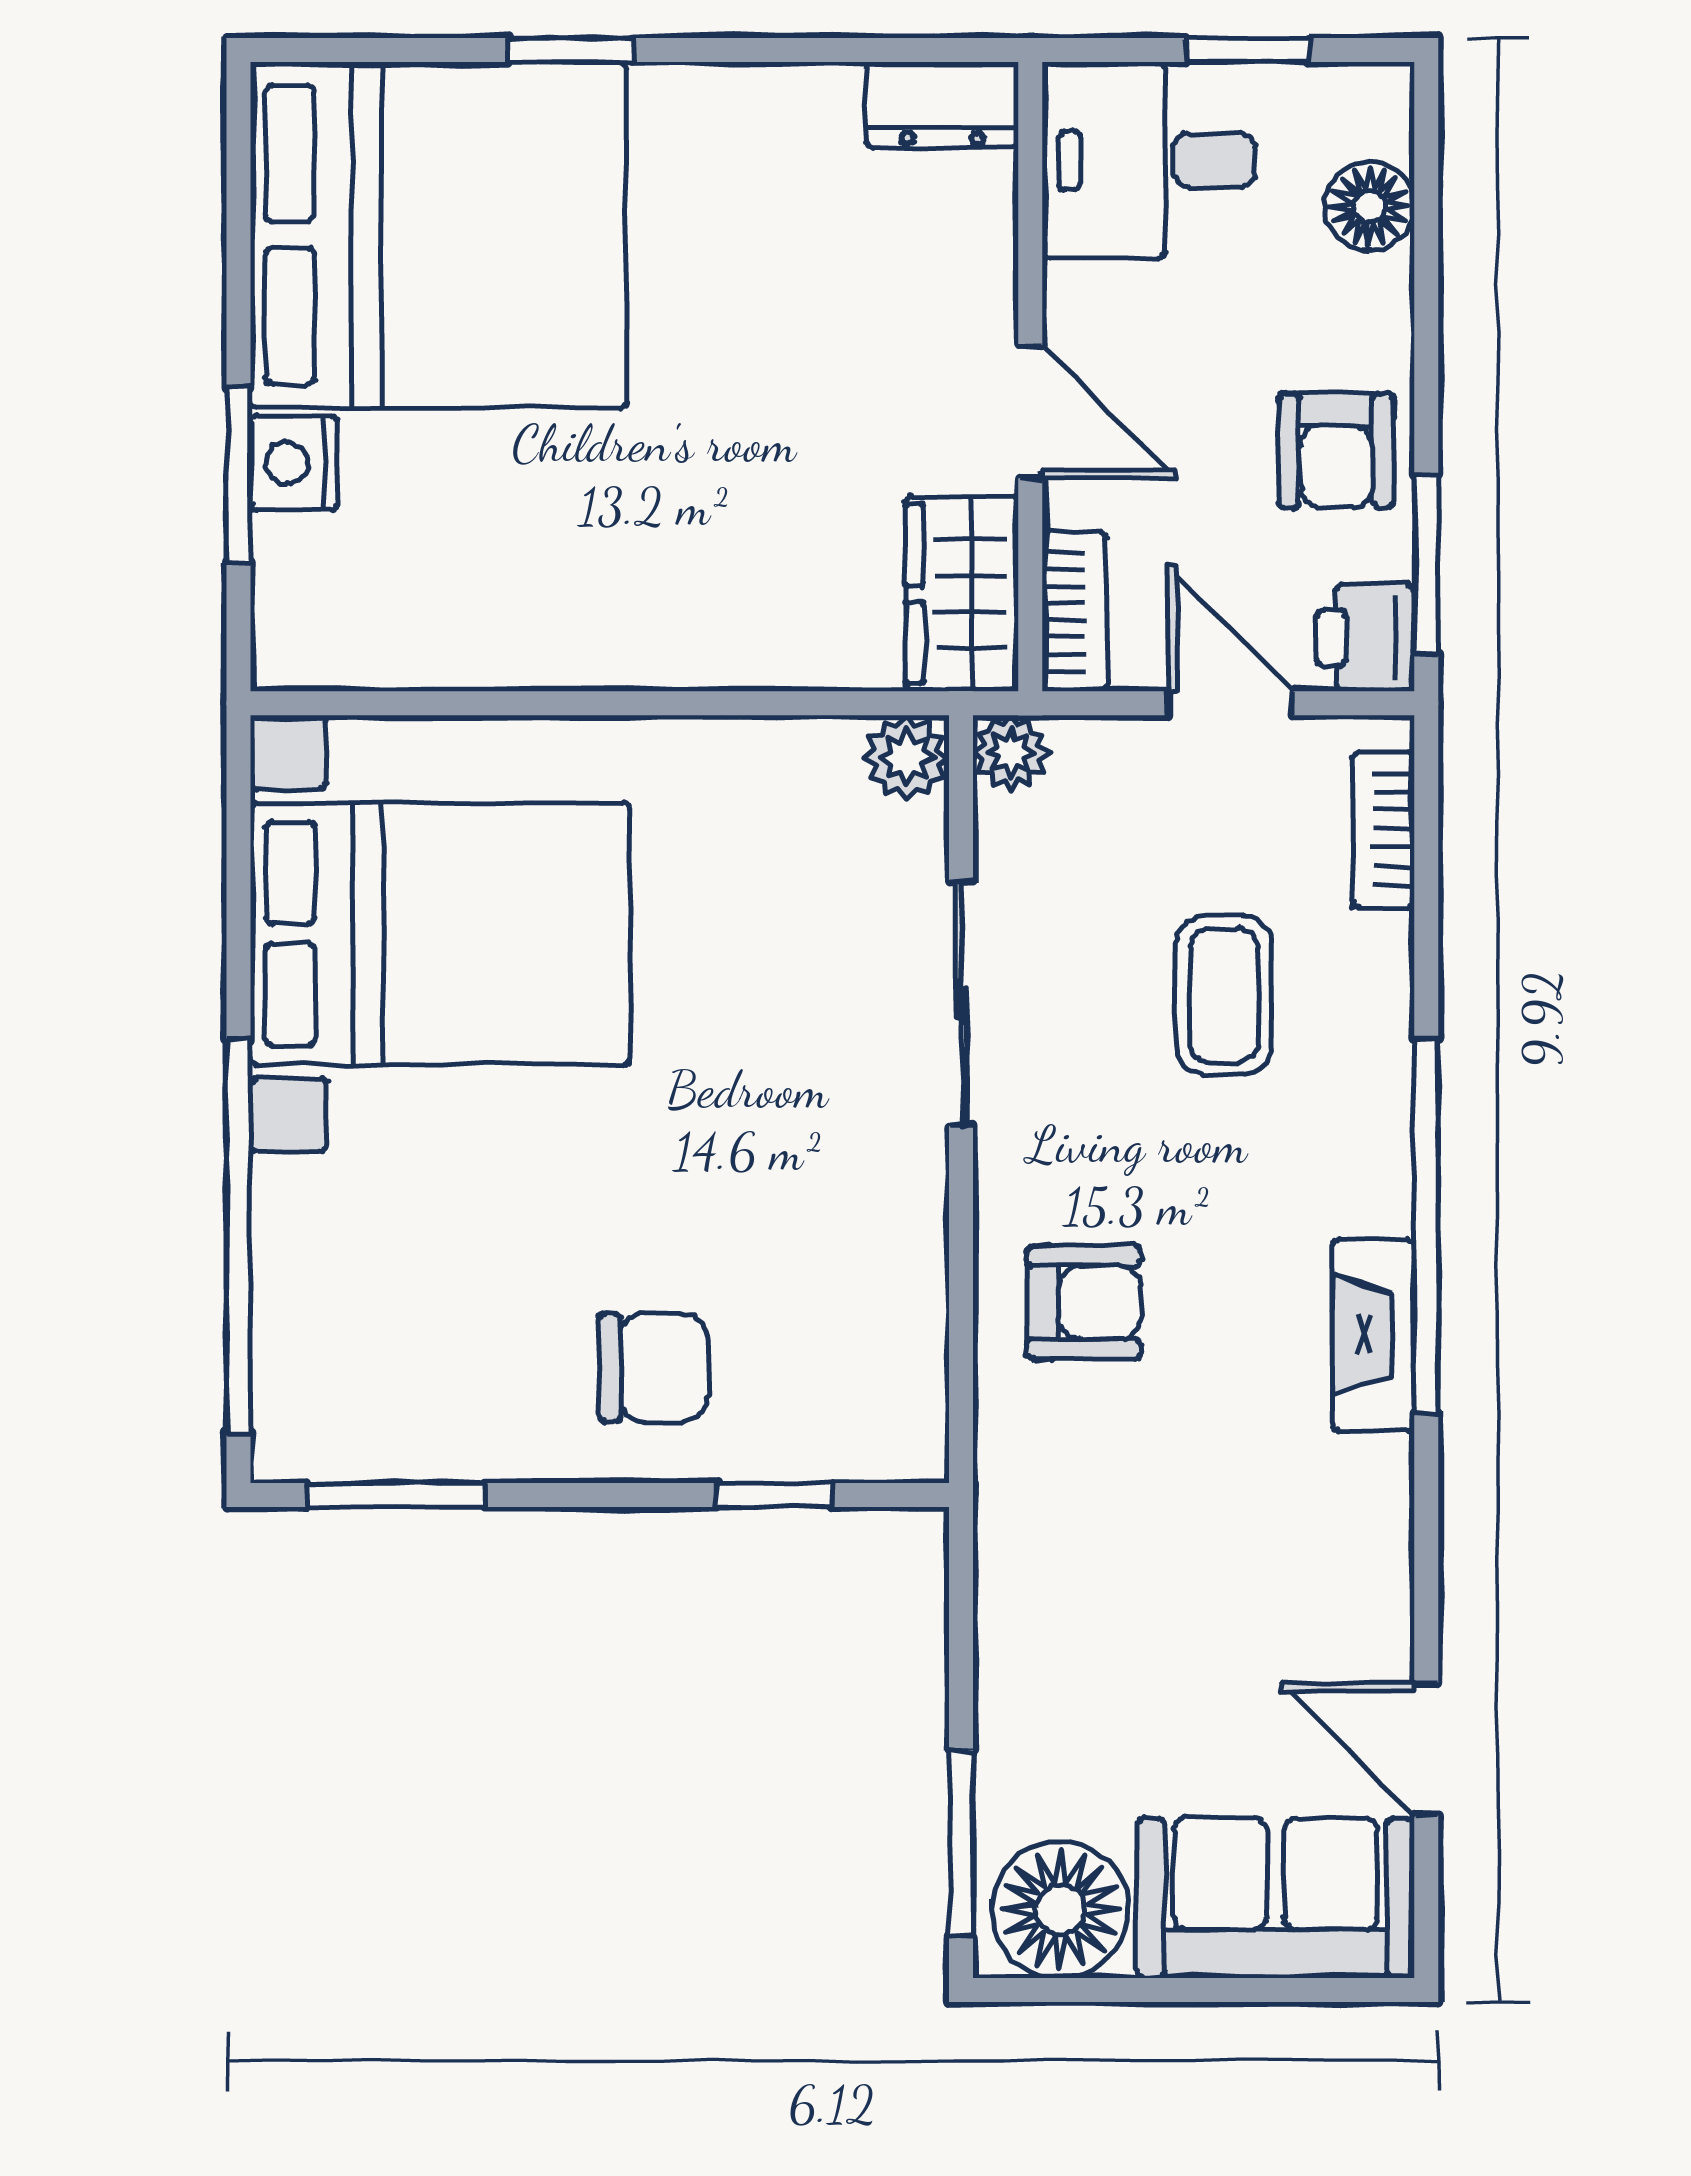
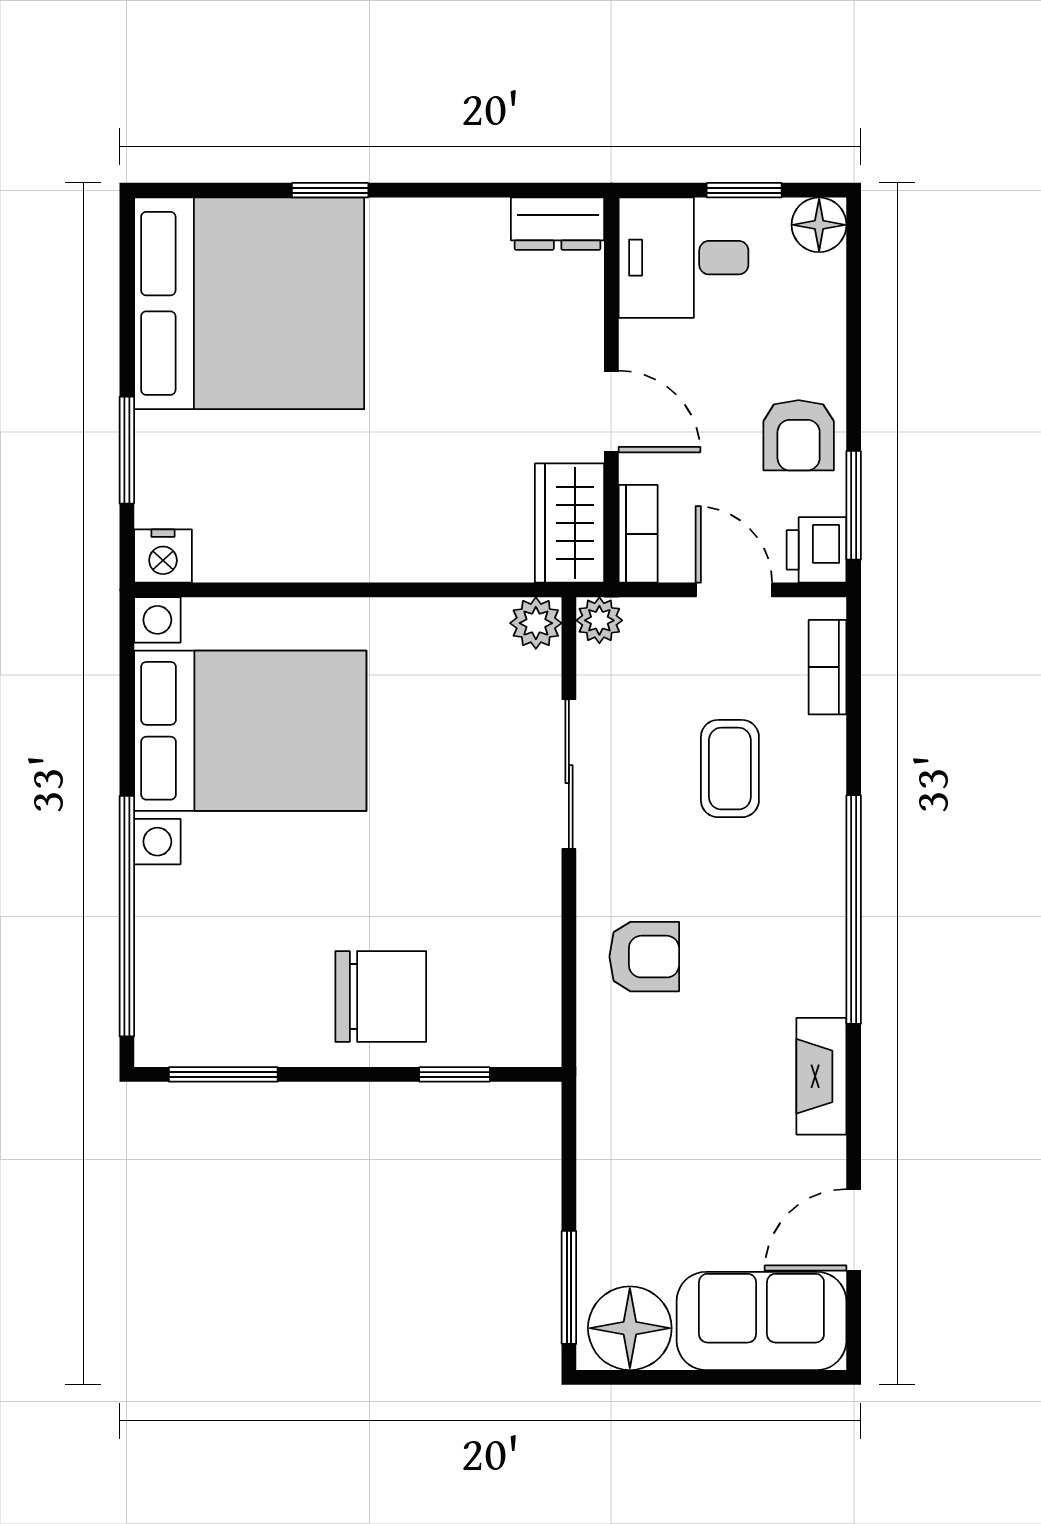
floor lamp: (1370, 206) -> (819, 225), moved
nightstand: (294, 463) -> (163, 556), moved, turned -90
fireplace: (1374, 1335) -> (821, 1076), moved
chair: (653, 1368) -> (381, 996), width x1.37, depth x1.37
door: (1426, 1749) -> (854, 1230), hinge flipped

